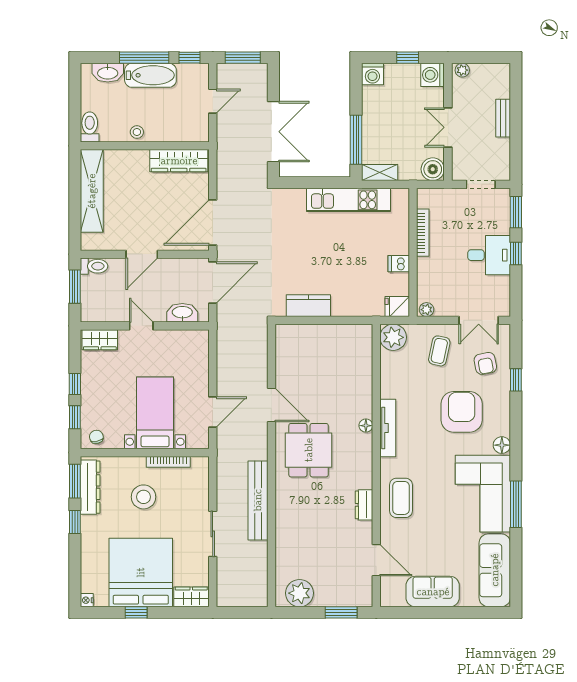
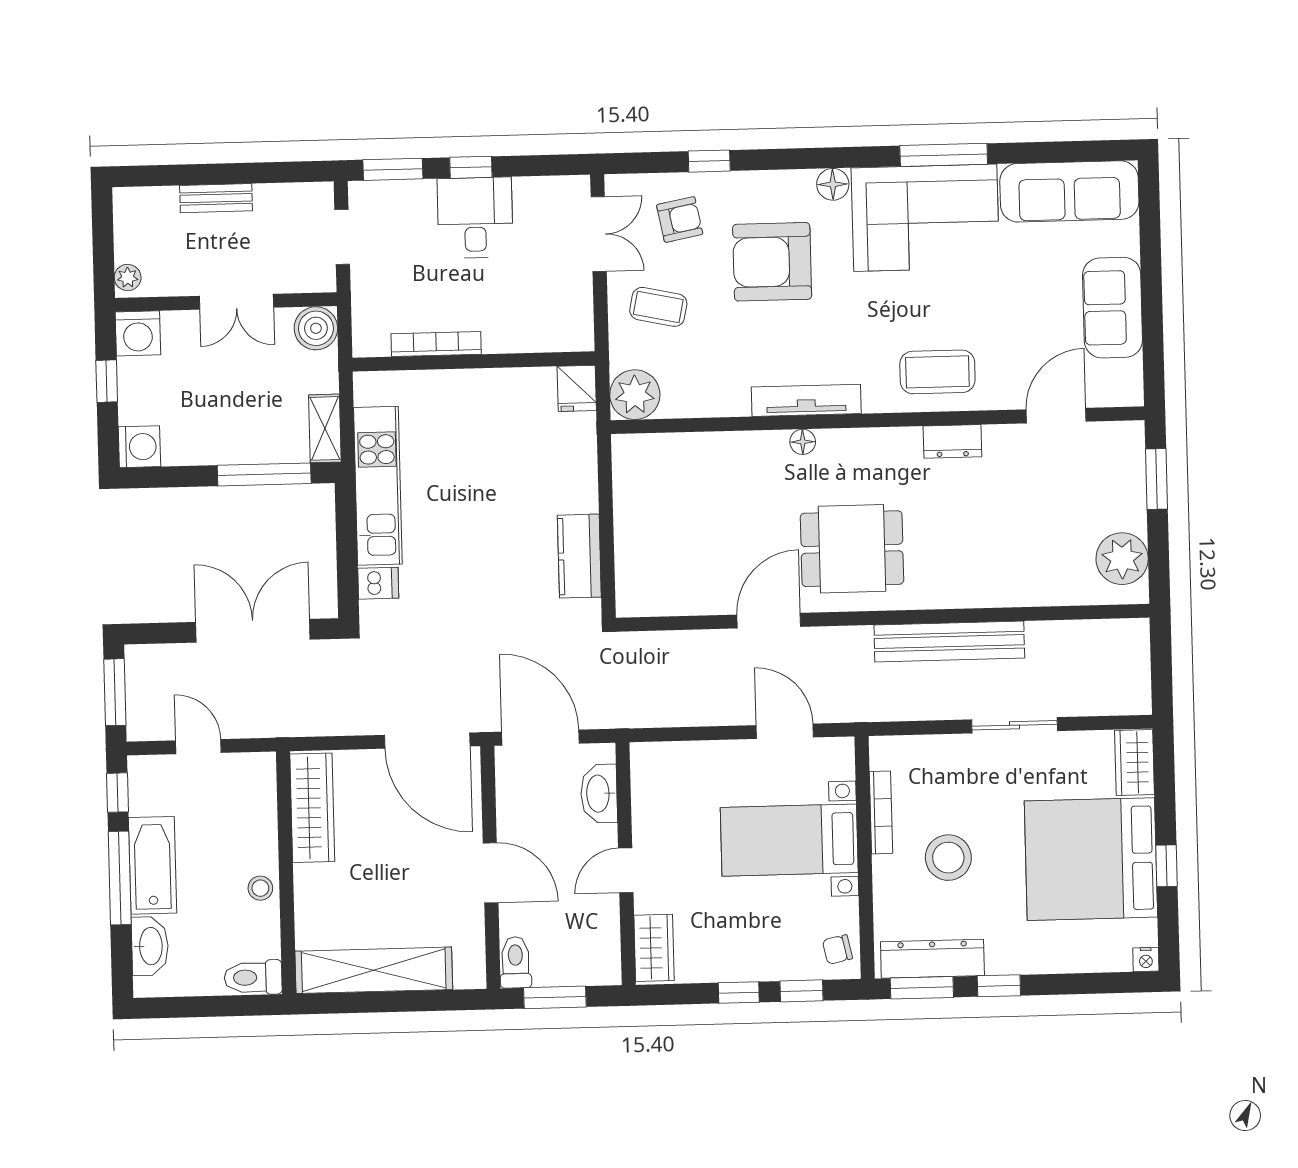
dishwasher: (399, 264) -> (378, 583), moved, turned -90
plant: (427, 310) -> (581, 333), removed

